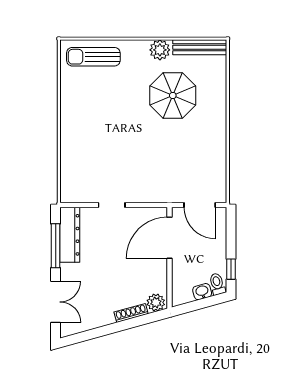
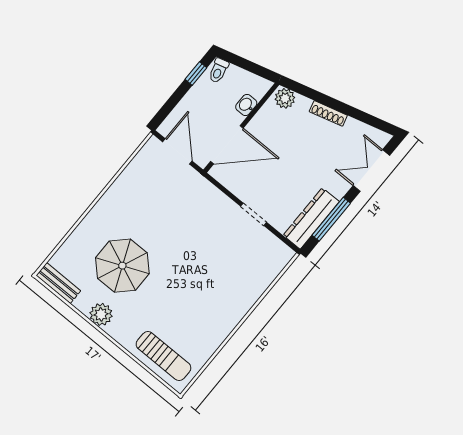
bench: (200, 47) -> (58, 283), width x0.73
washbasin: (202, 292) -> (246, 105), moved, turned 105
shoe rack: (131, 313) -> (328, 113), moved

